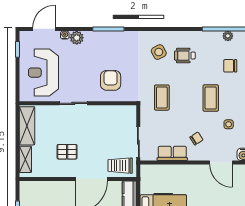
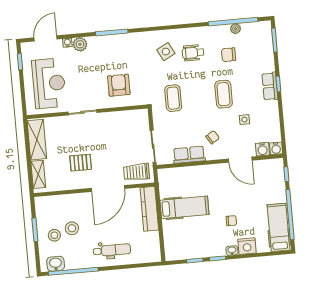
chair: (230, 66) -> (229, 55), moved
reception desk: (43, 73) -> (49, 83), turned 180

